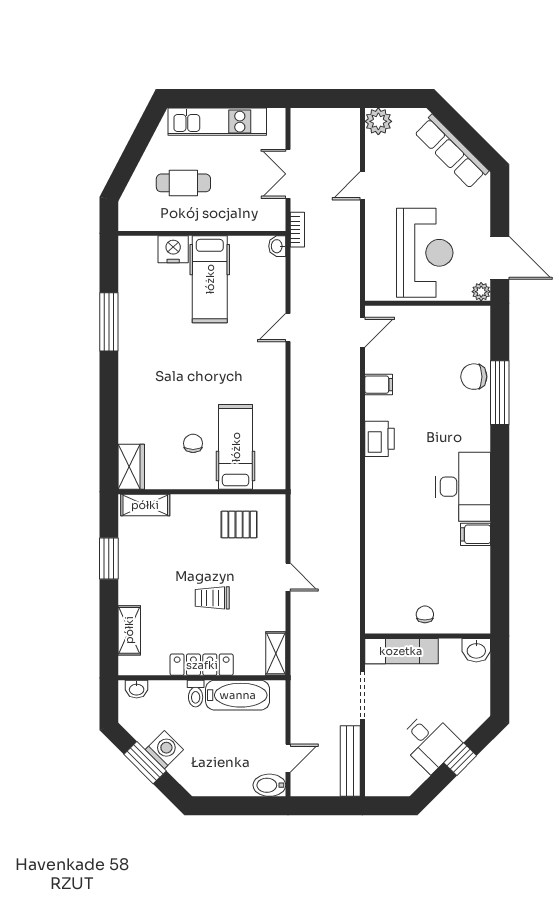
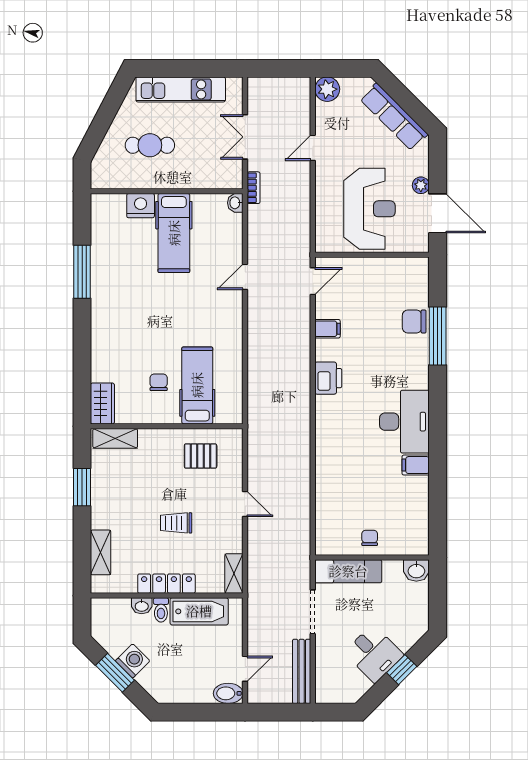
plant: (481, 292) -> (421, 185), moved
washbasin: (137, 689) -> (142, 606), moved

